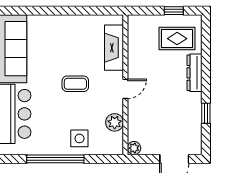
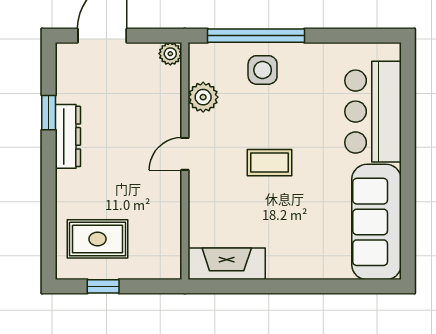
fireplace: (114, 48) -> (227, 264), moved, turned -90
dresser: (195, 73) -> (68, 136), moved
window: (55, 159) -> (256, 36), moved

